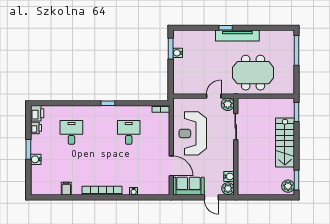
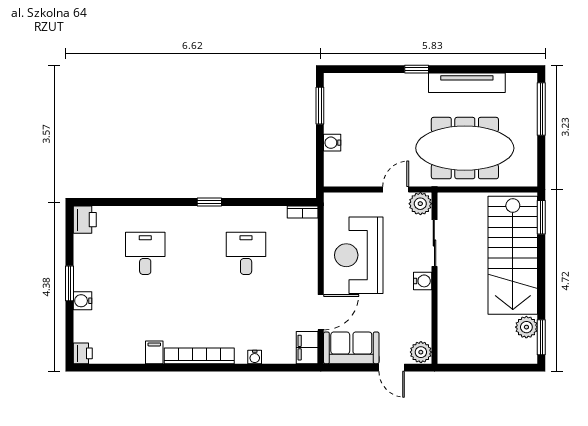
tv unit: (237, 35) -> (467, 83), moved
water cooler: (178, 53) -> (332, 143), moved
meeting table: (253, 73) -> (465, 148), width x1.36
printer: (36, 128) -> (83, 353), moved
stairs: (285, 142) -> (513, 255), width x1.36, depth x1.51
door: (171, 166) -> (321, 312), hinge flipped
water cooler: (229, 177) -> (423, 281), moved
filing cabinet: (163, 186) -> (307, 348), added
plant: (288, 186) -> (526, 327), moved
filing cabinet: (66, 189) -> (154, 352), moved

